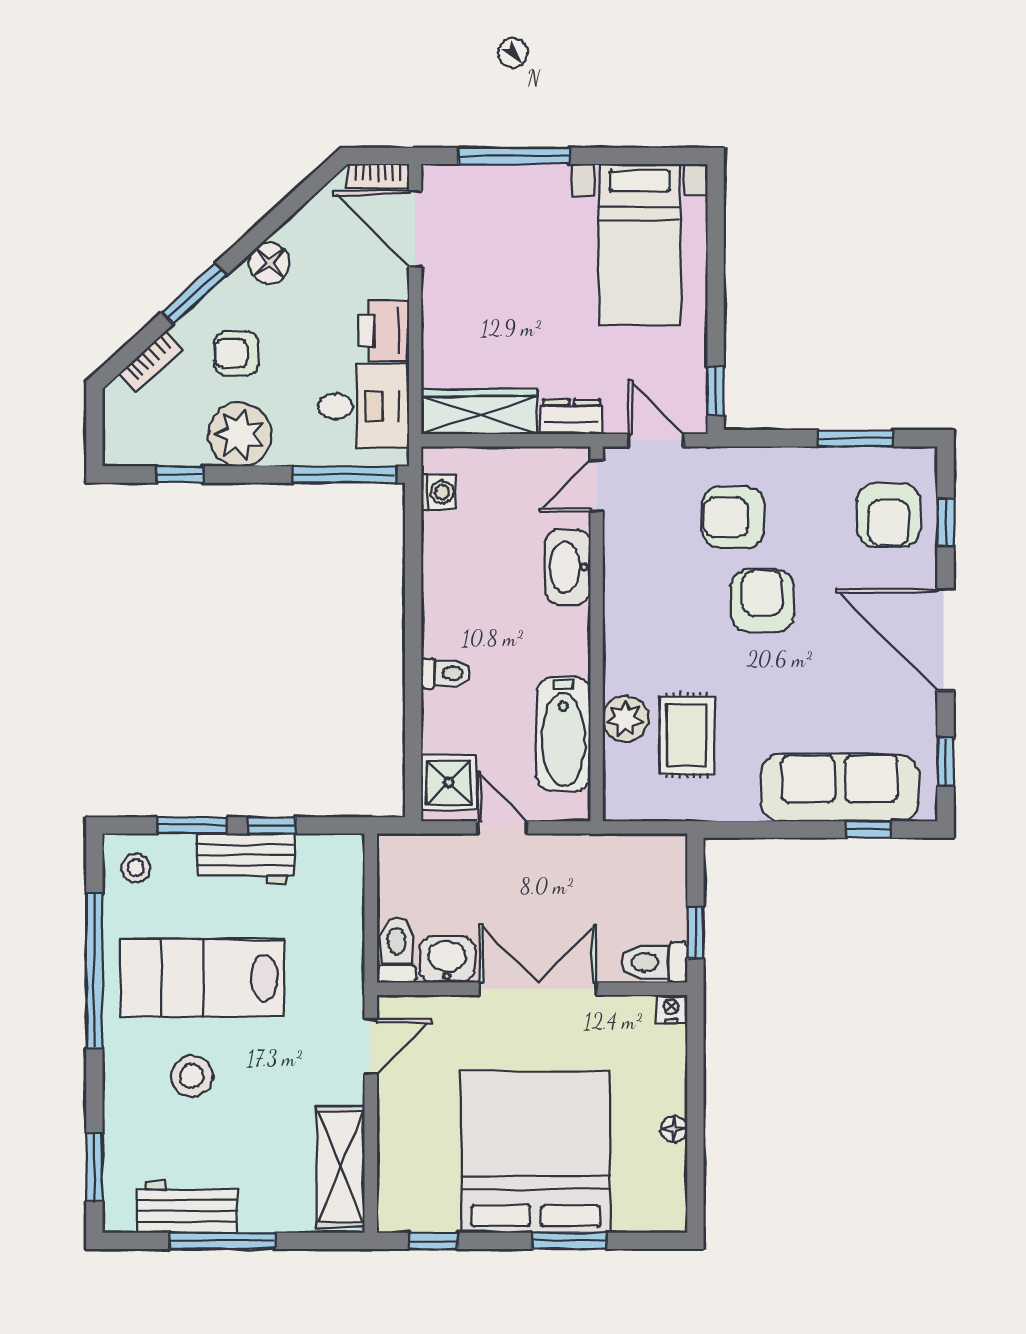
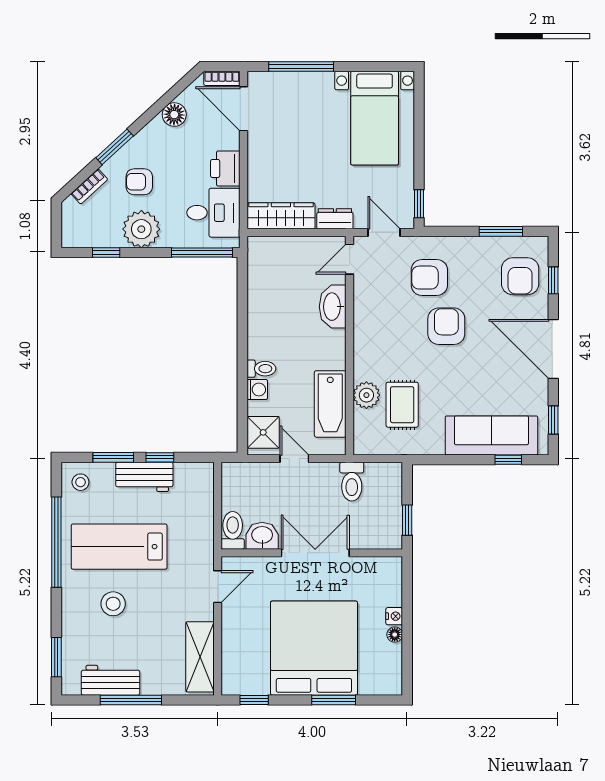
floor lamp: (269, 263) -> (174, 115), moved
washing machine: (439, 492) -> (257, 389), moved
toilet: (654, 962) -> (352, 482), moved, turned -90
nightstand: (671, 1009) -> (394, 616), moved, turned 90

